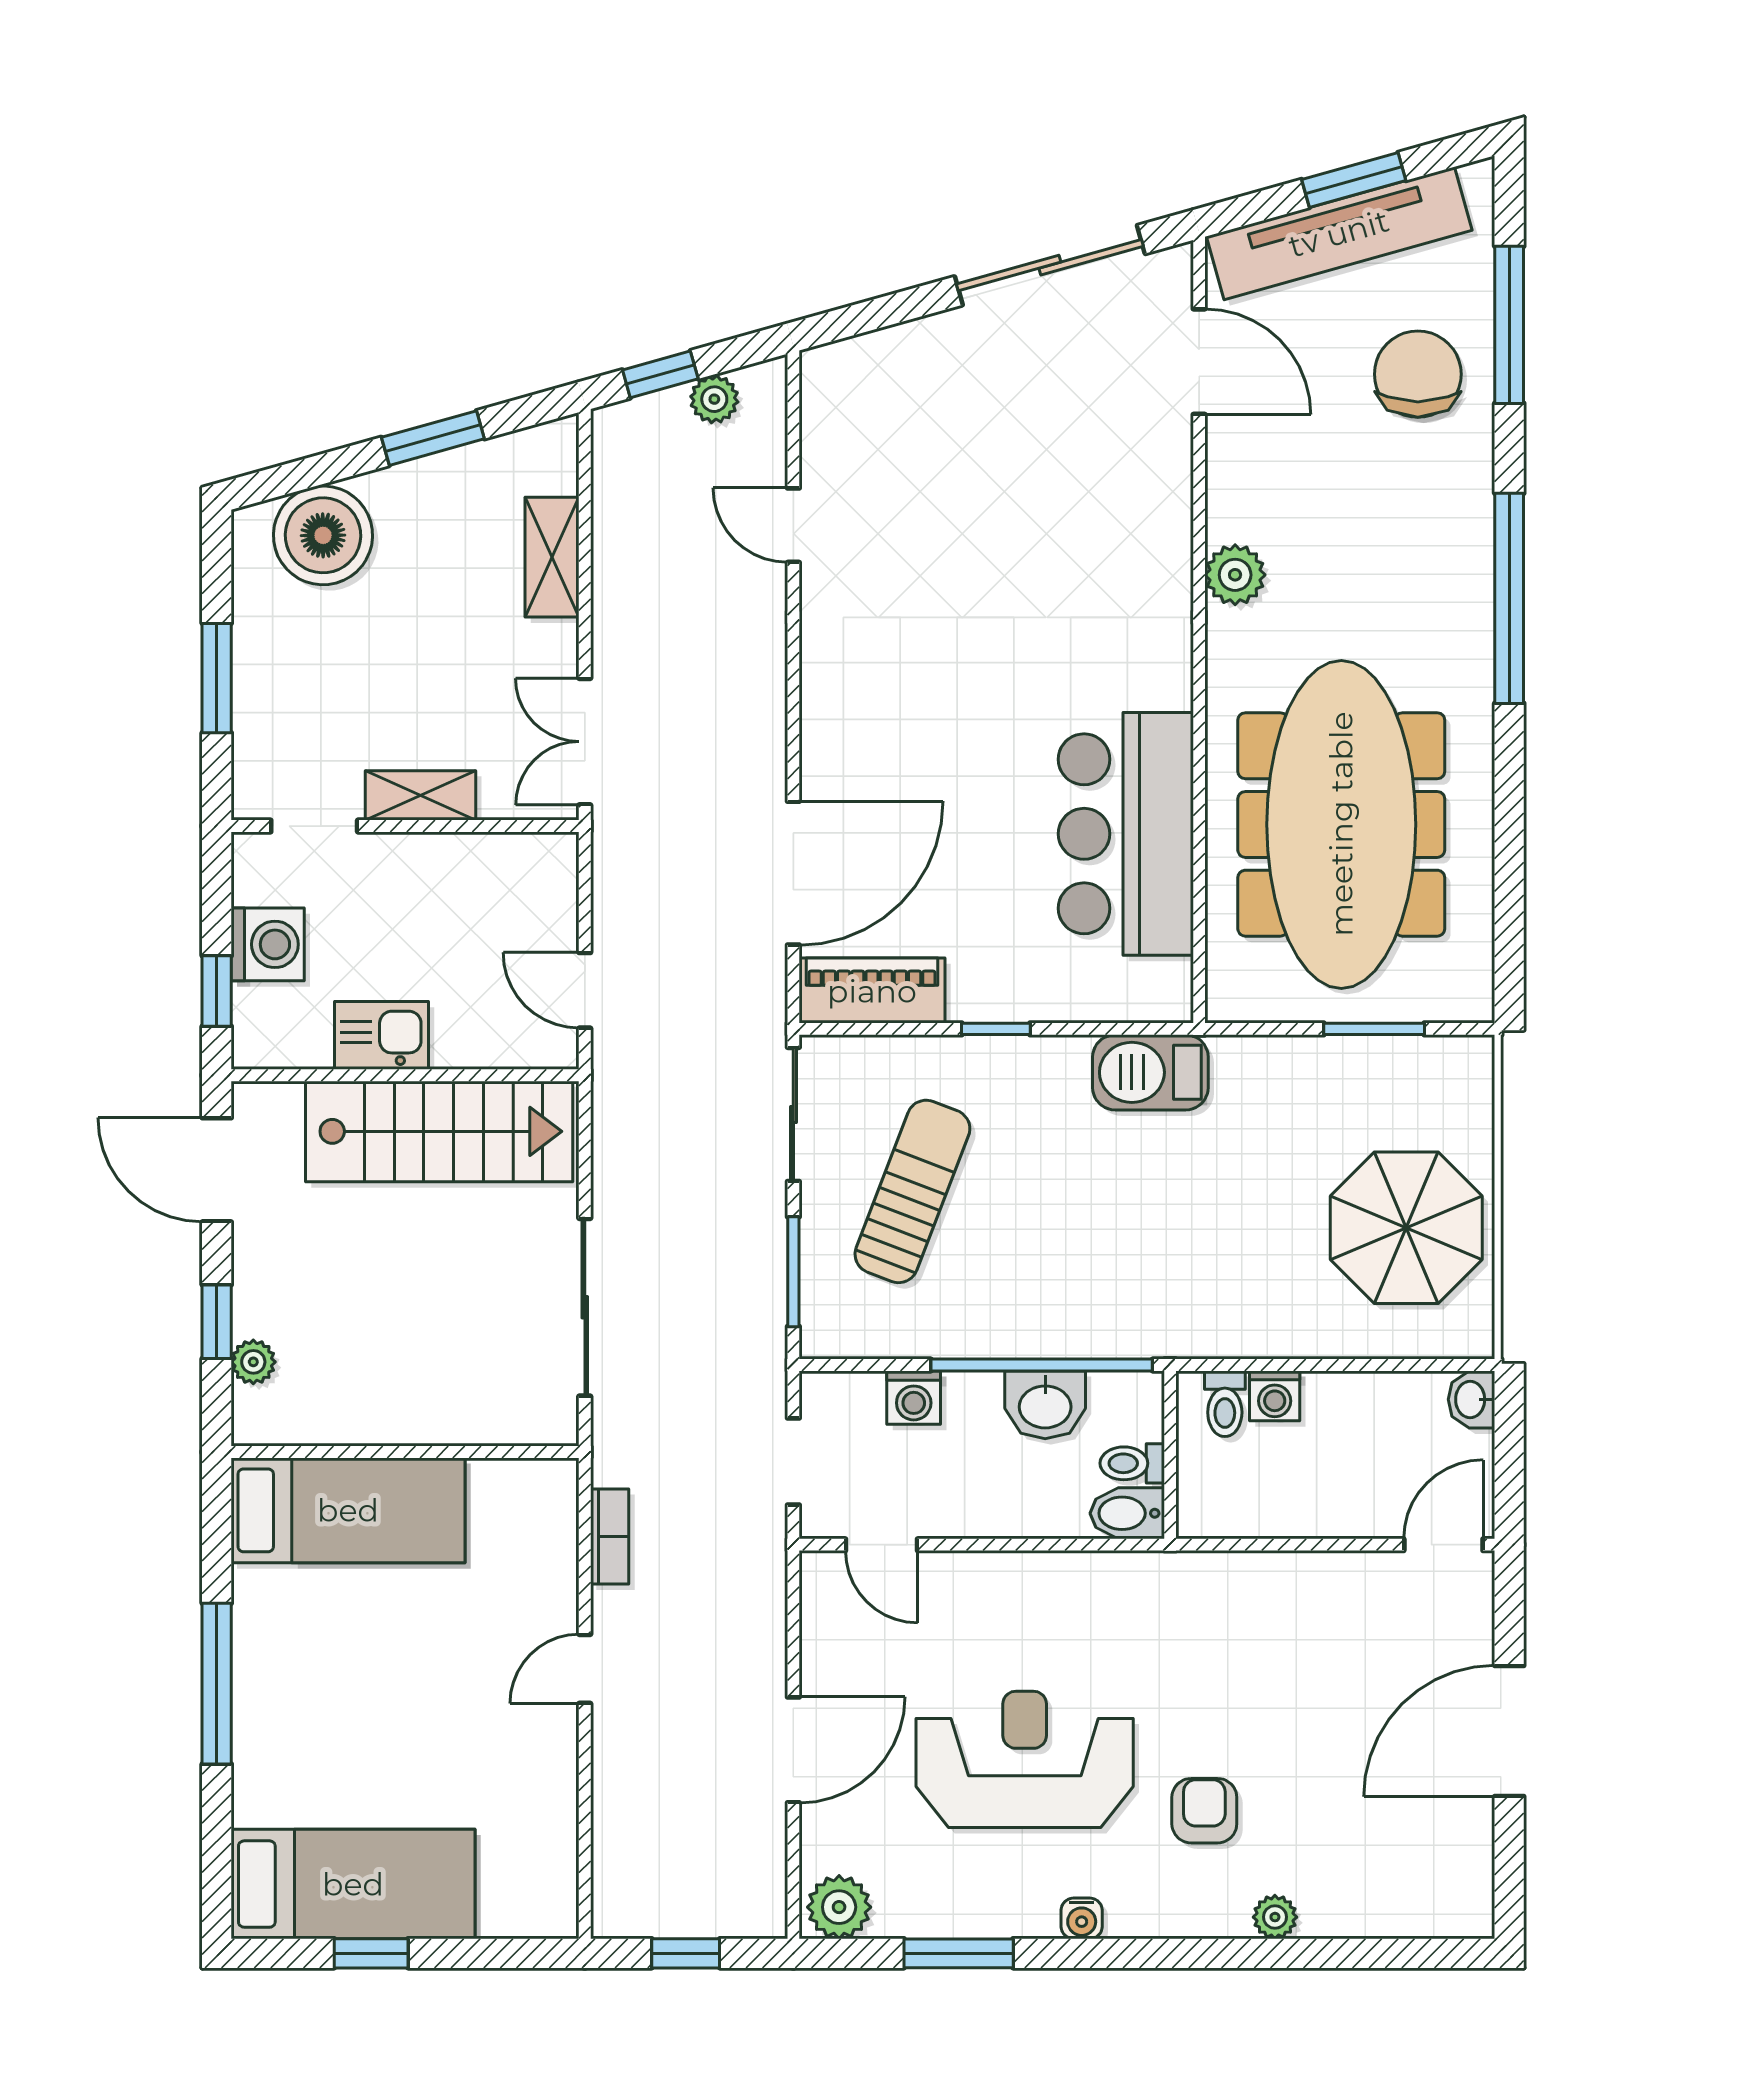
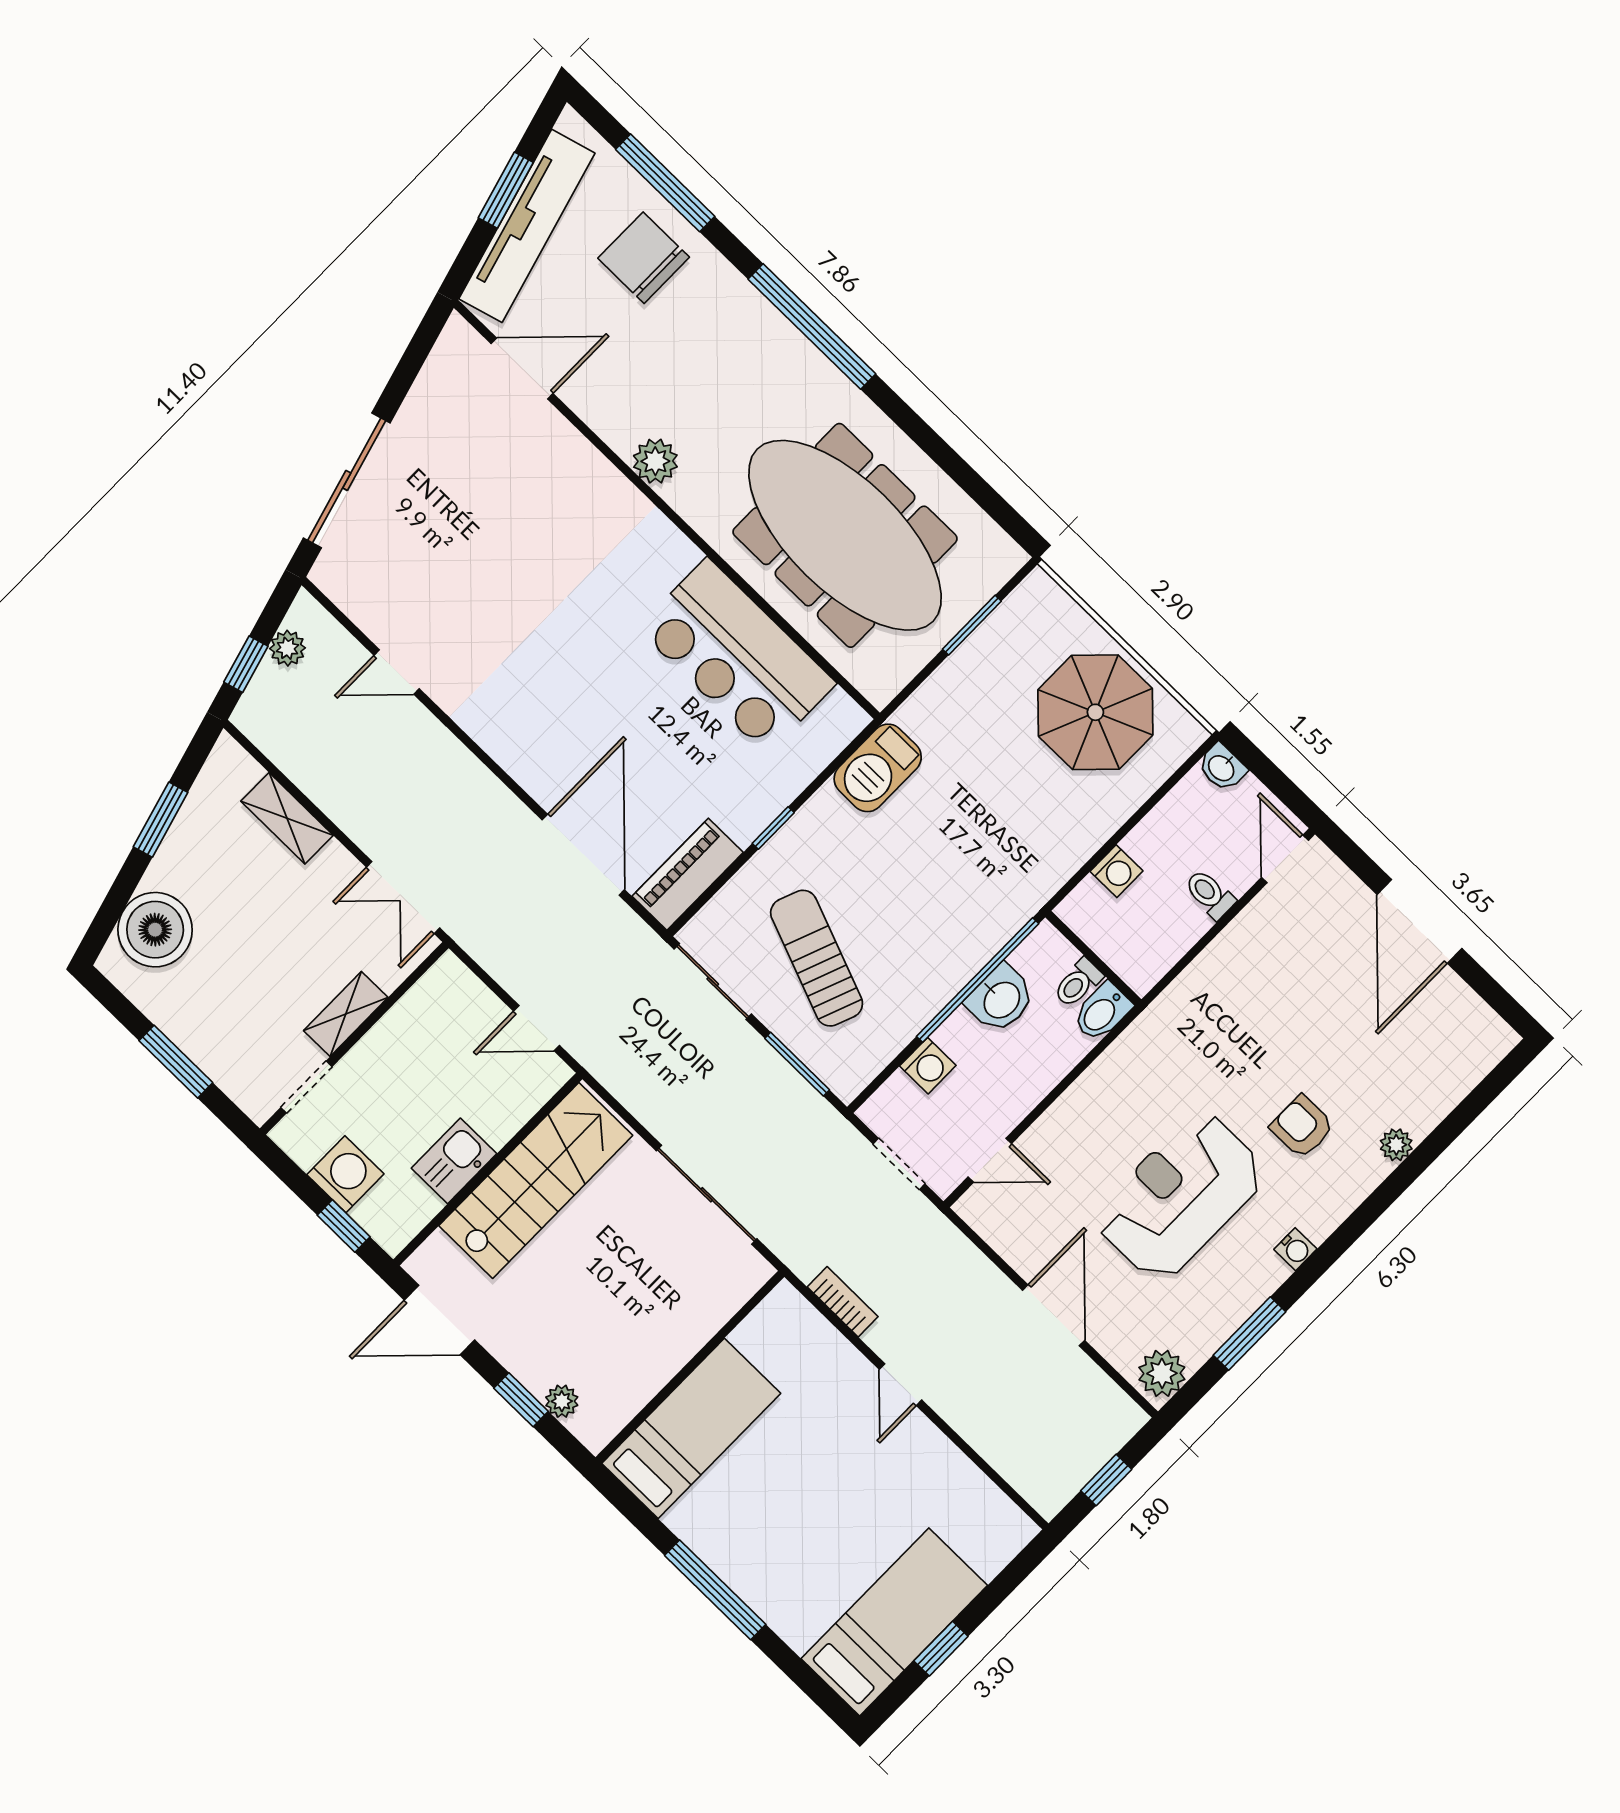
sliding door: (1050, 265) -> (347, 480), moved
toilet: (1225, 1404) -> (1210, 894), moved, turned 180

